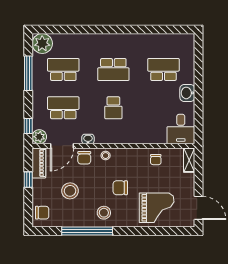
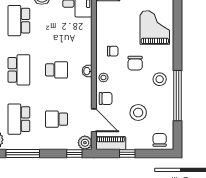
school desk: (63, 108) -> (57, 119), width x0.54
washbasin: (88, 139) -> (87, 71), moved
chair: (156, 160) -> (113, 51), moved

